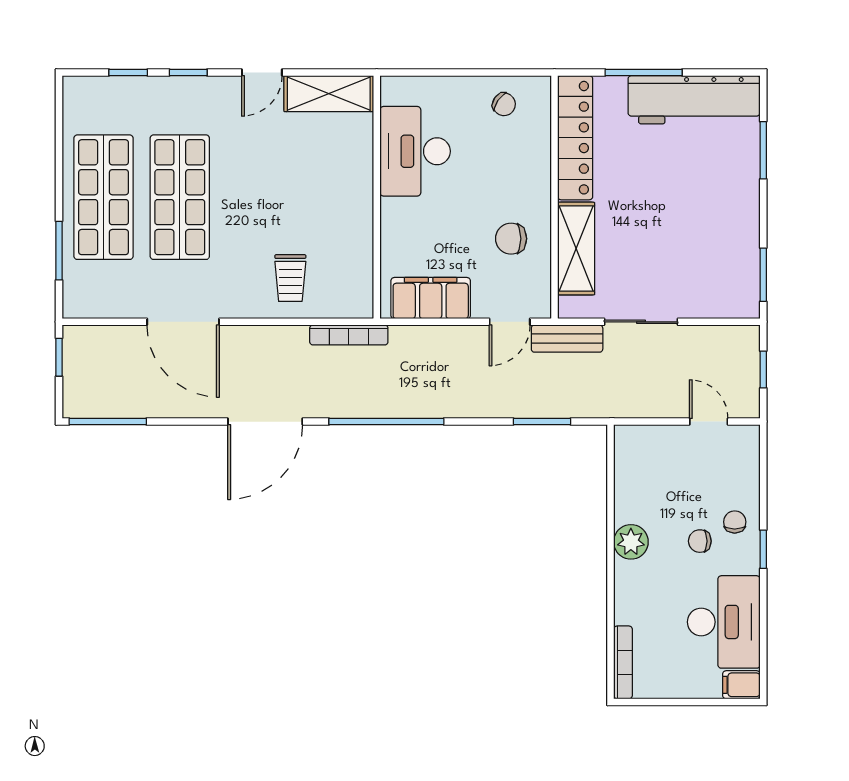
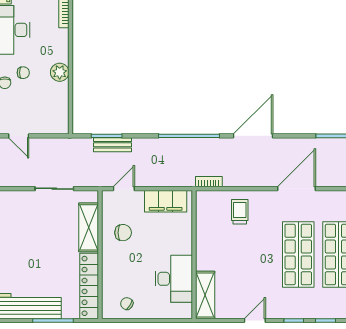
shelving: (329, 94) -> (205, 295), moved, turned 90
door: (183, 322) -> (296, 189), hinge flipped
bookcase: (349, 335) -> (209, 182), width x0.64
bench: (567, 339) -> (112, 145), moved

